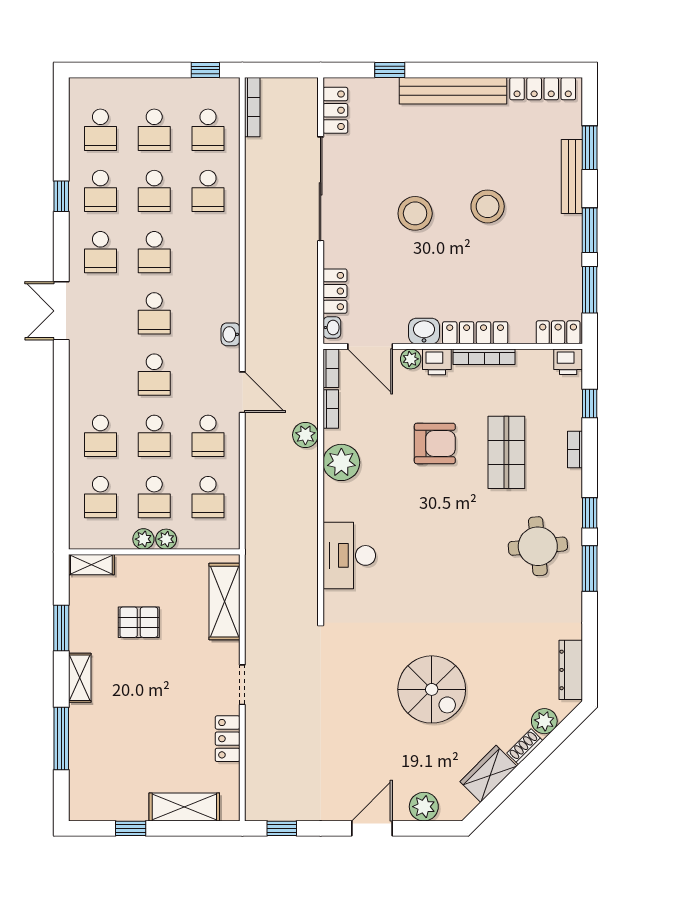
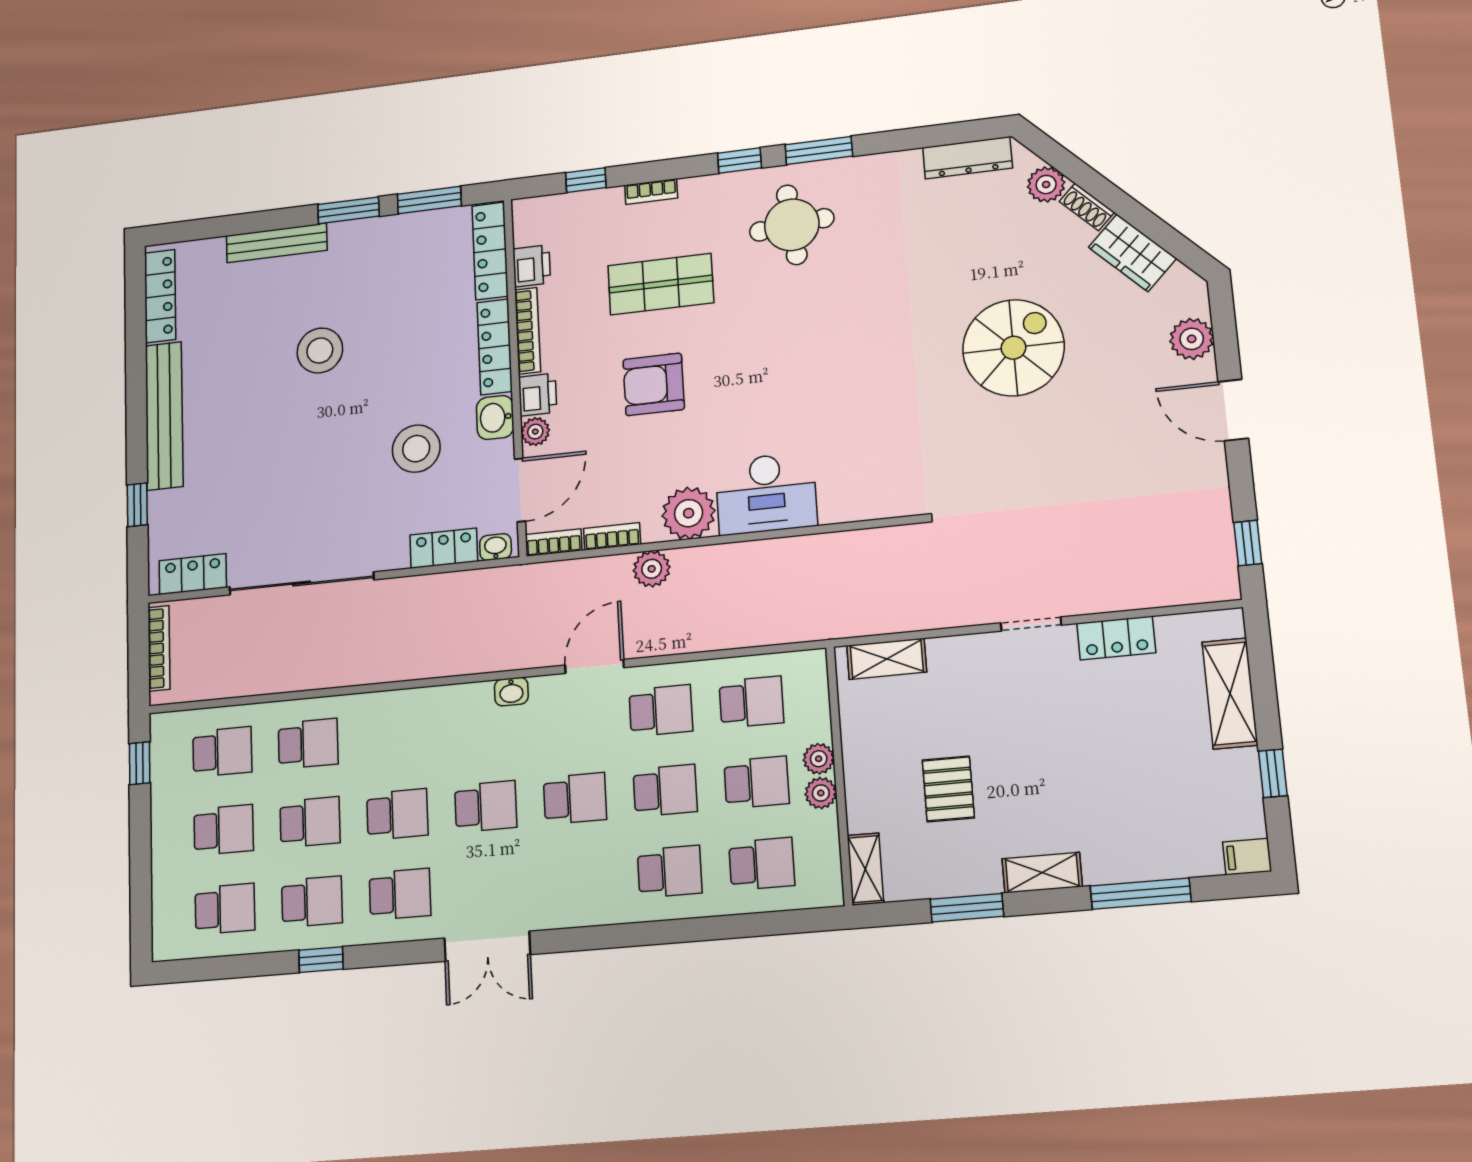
bookcase: (252, 107) -> (159, 648), moved, turned 90
window: (590, 148) -> (238, 224), removed
stool: (415, 213) -> (416, 449), moved
locker: (558, 332) -> (490, 251), width x1.53
printer: (568, 362) -> (532, 266), moved
armchair: (435, 443) -> (654, 384), turned -90
desk: (349, 555) -> (766, 494), moved
shelving: (224, 602) -> (887, 659), width x0.67, depth x0.75
filing cabinet: (79, 807) -> (1247, 857), added

